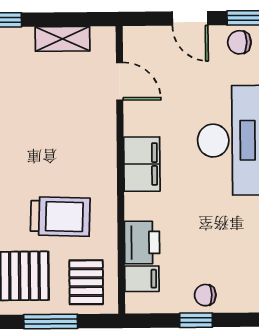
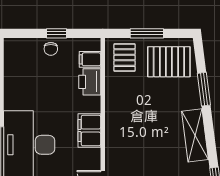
trolley: (60, 217) -> (140, 98), removed
chair: (205, 295) -> (51, 49), turned 90

